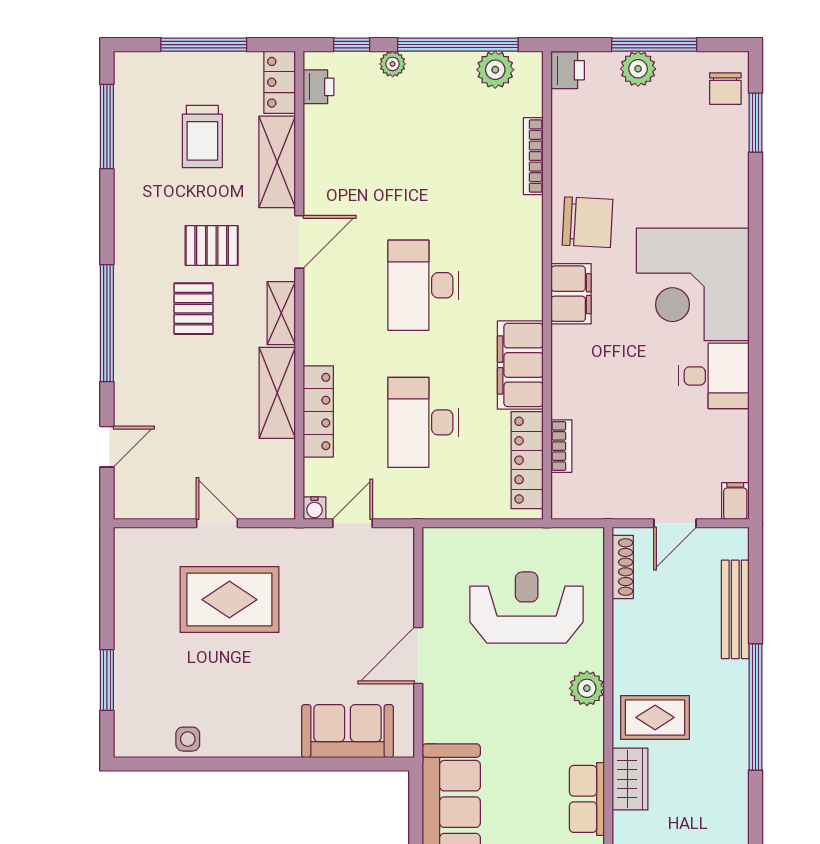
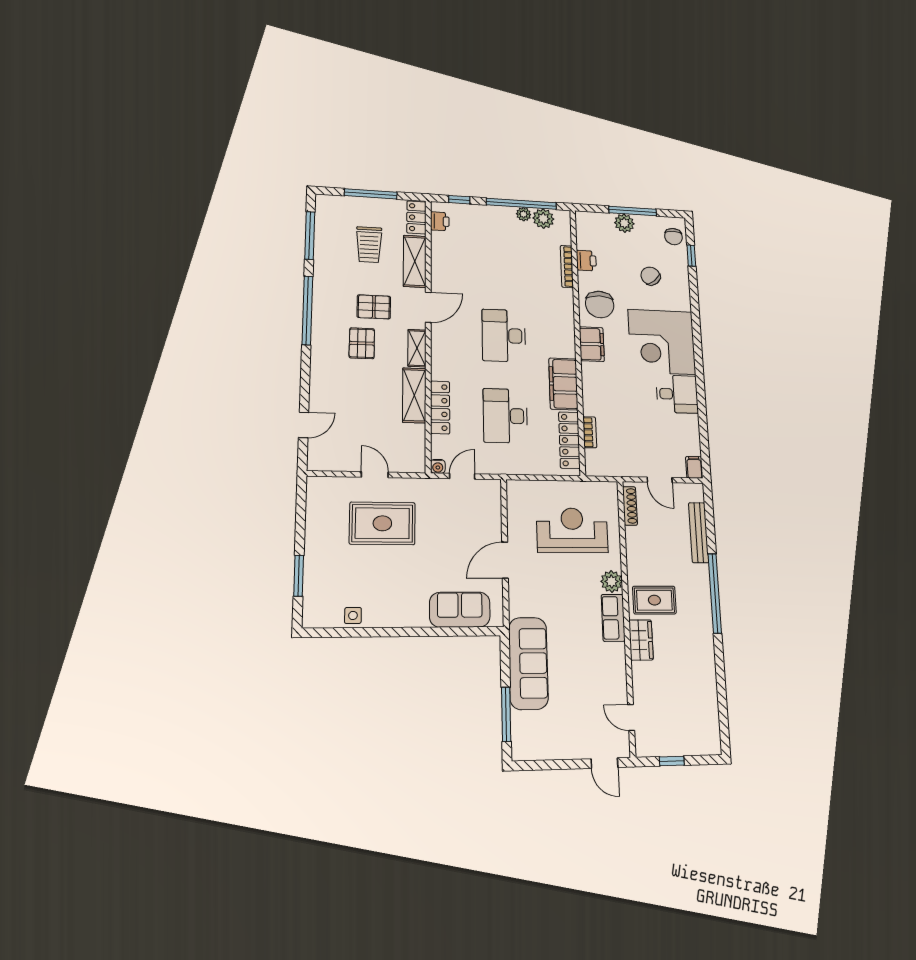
plant: (393, 64) -> (524, 214), moved
printer: (568, 70) -> (586, 261), moved
window: (755, 123) -> (691, 256), width x0.67
chair: (680, 165) -> (651, 276), added
chair: (588, 222) -> (600, 304), turned 87
window: (107, 323) -> (307, 310), moved
door: (675, 523) -> (660, 480), hinge flipped
row of seats: (587, 799) -> (613, 618), moved

